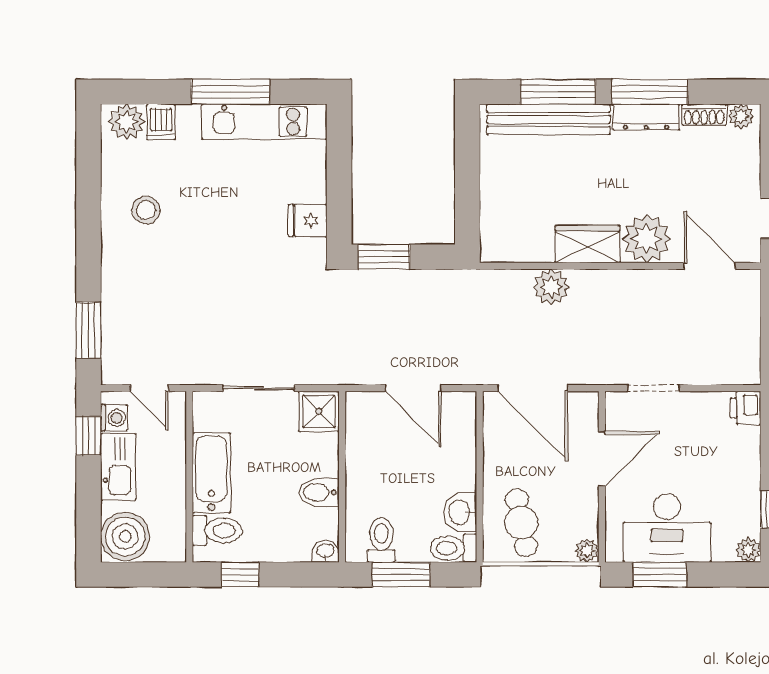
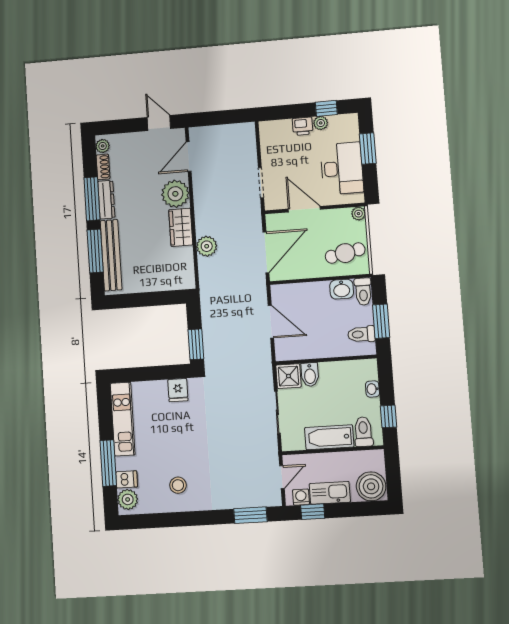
window: (231, 92) -> (108, 463), moved
door: (413, 388) -> (271, 322), hinge flipped
printer: (746, 408) -> (303, 126), moved
bidet: (319, 492) -> (310, 375), moved
plant: (748, 550) -> (321, 123), moved
washbasin: (325, 551) -> (372, 389), moved
window: (660, 574) -> (368, 149), moved

